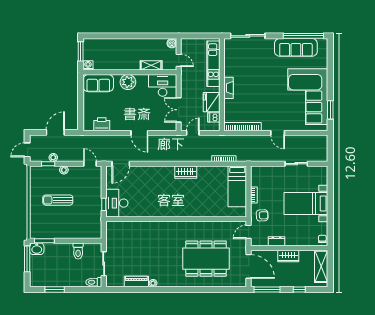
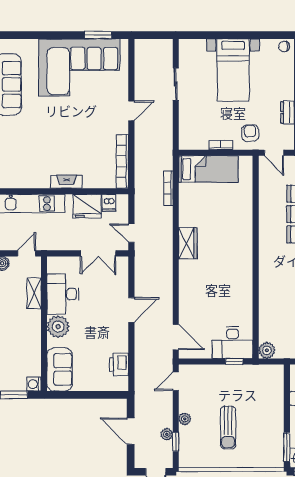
desk: (163, 85) -> (63, 294), moved
plant: (111, 227) -> (267, 350), added

